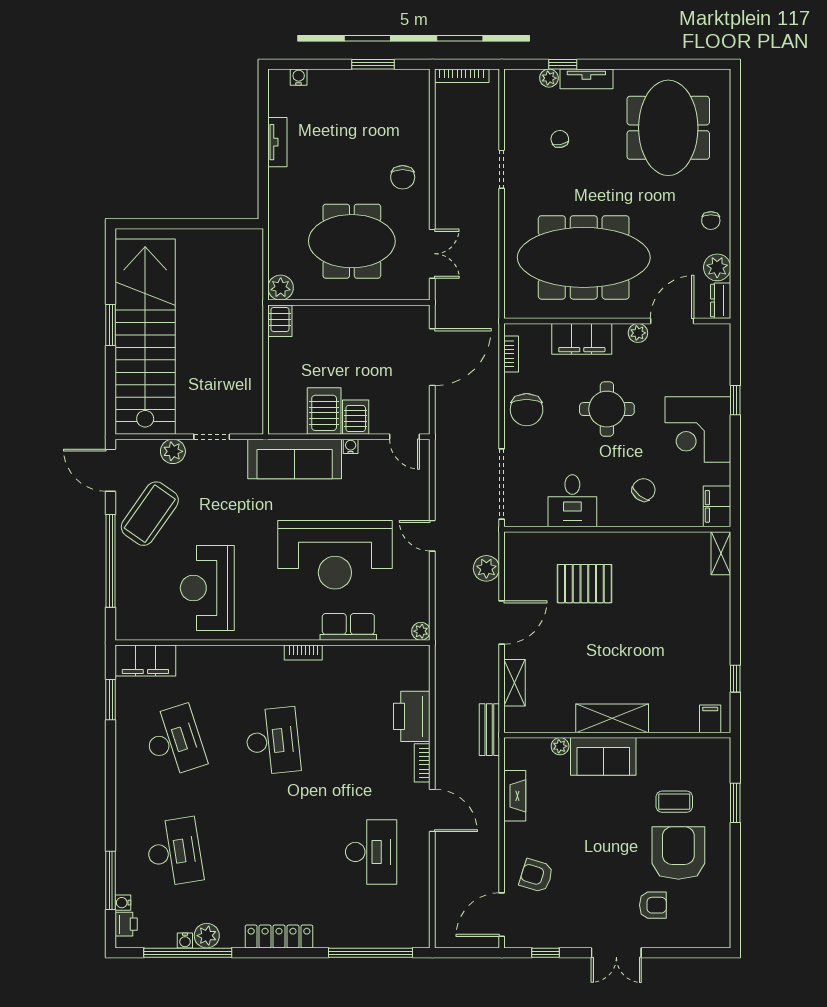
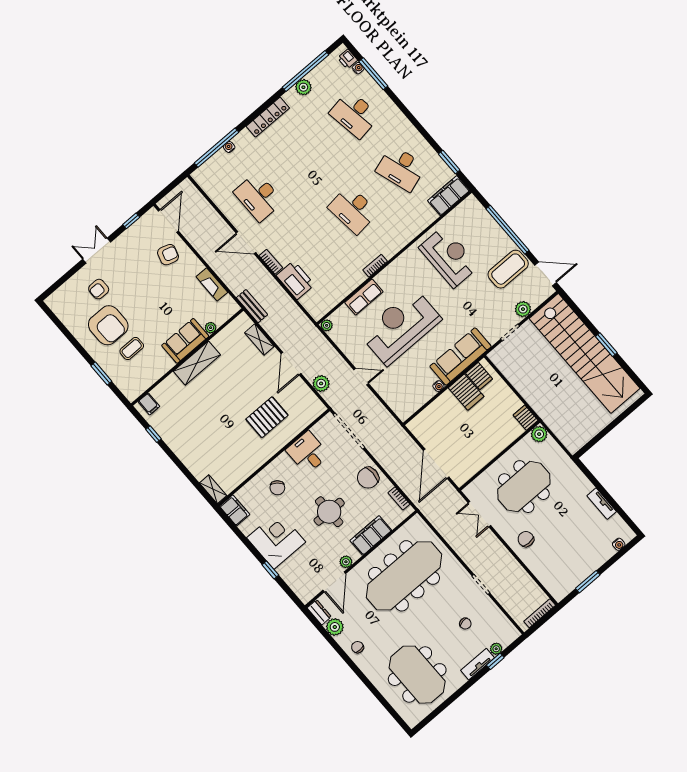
chair: (527, 410) -> (368, 478), turned -90
server rack: (356, 417) -> (479, 376), moved
door: (404, 437) -> (416, 413), removed
coffee table: (150, 514) -> (508, 269), turned 55
water cooler: (185, 940) -> (229, 147), moved

